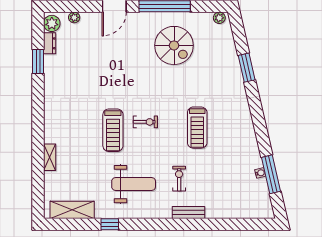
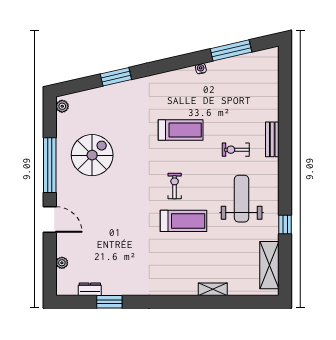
plant: (52, 23) -> (68, 287), removed
water cooler: (260, 173) -> (201, 69), moved

